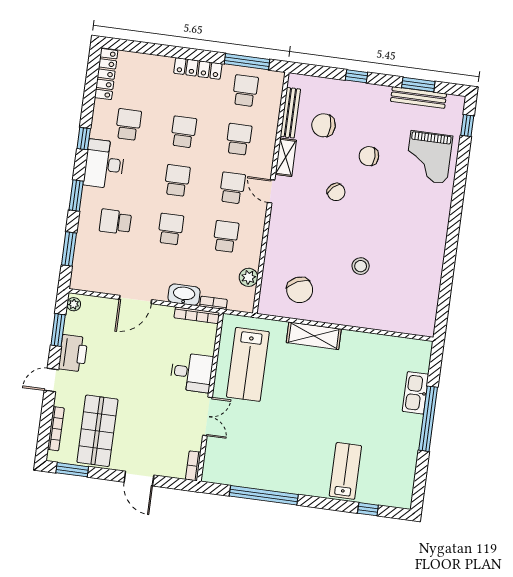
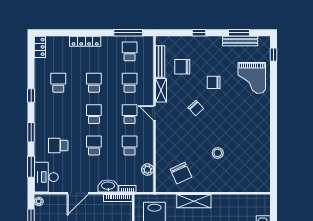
locker: (198, 68) -> (85, 41), moved
locker: (106, 74) -> (40, 47), width x0.66
desk: (104, 164) -> (46, 177), moved

